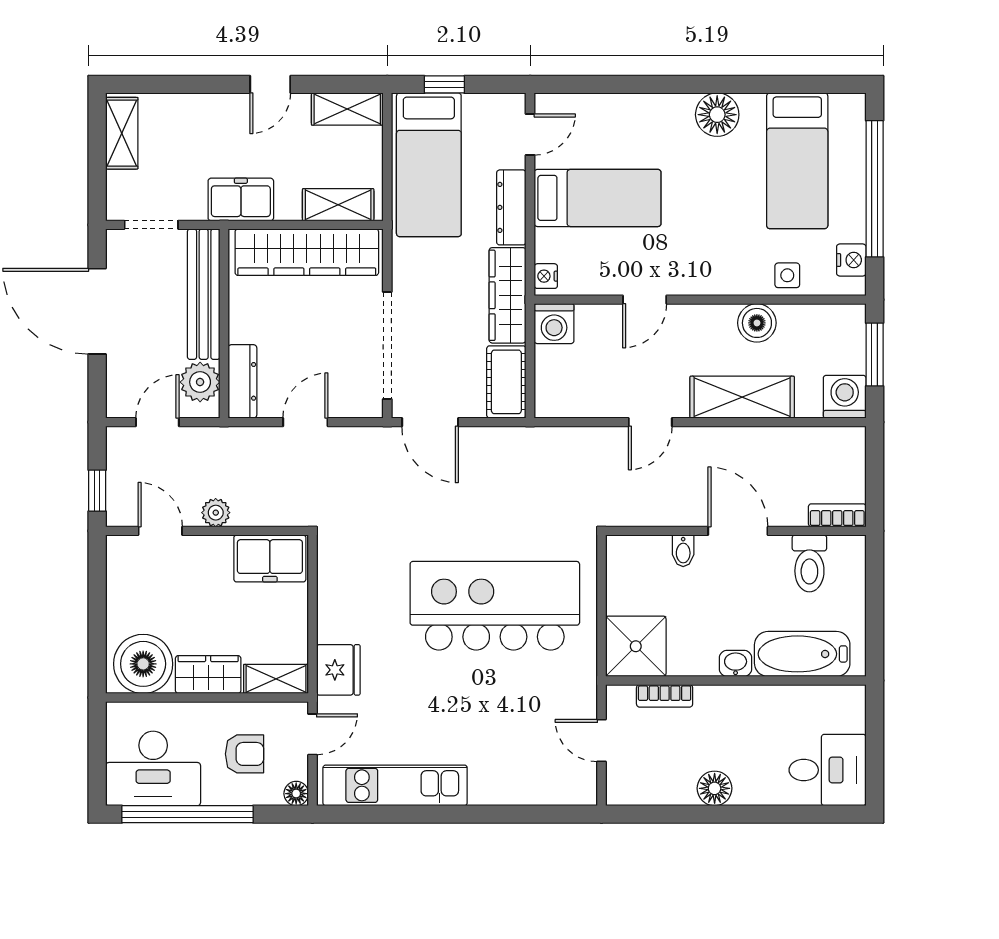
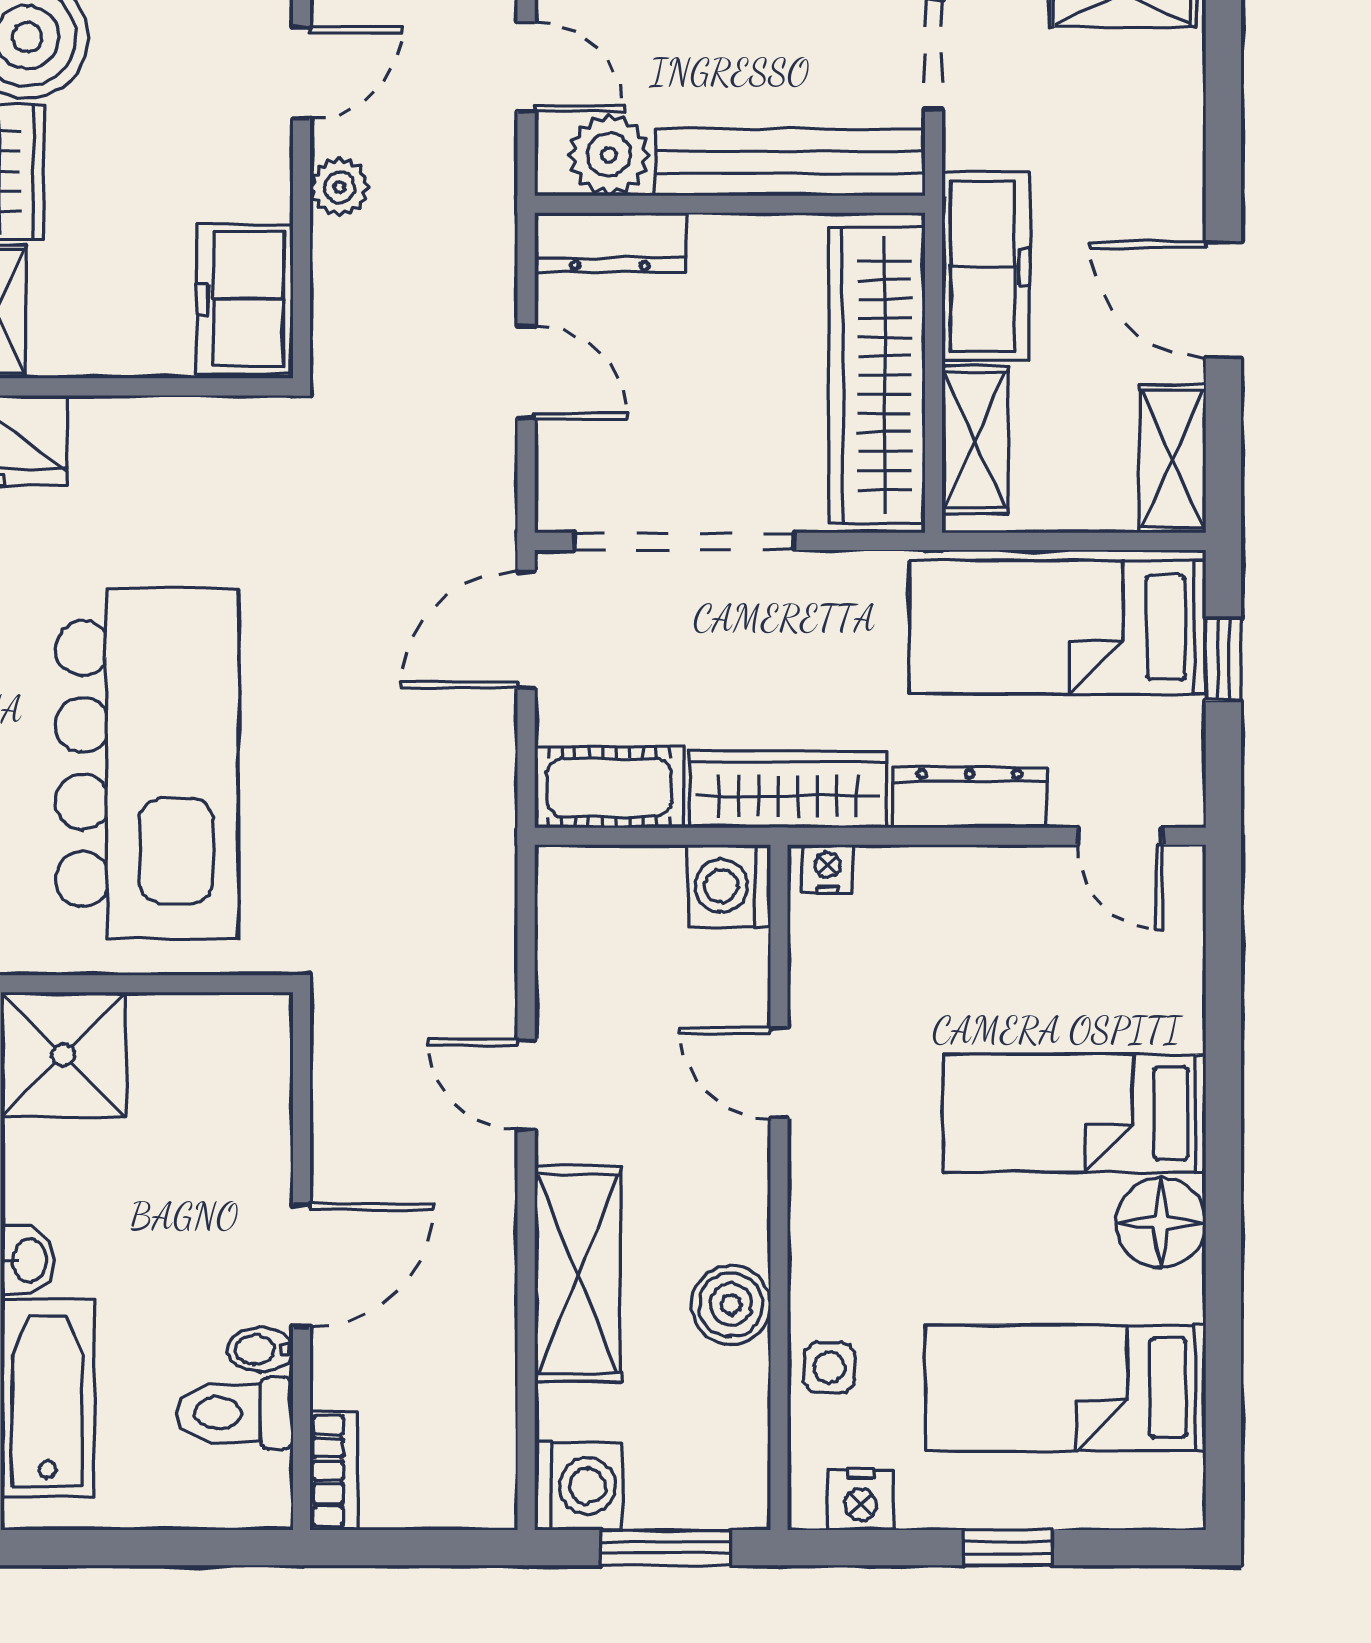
door: (270, 84) -> (1223, 300), width x1.38
window: (875, 189) -> (1008, 1548), width x0.32
bed: (598, 198) -> (1075, 1113), moved, turned 90
freezer: (241, 199) -> (986, 266), width x1.40
bidet: (683, 551) -> (260, 1350), moved

